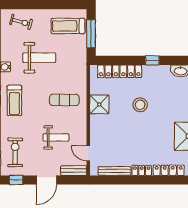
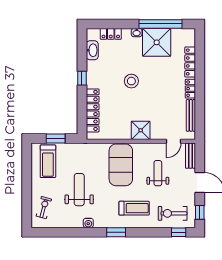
window: (91, 34) -> (56, 139), width x0.69
treadmill: (14, 100) -> (134, 208), moved
exercise mat: (64, 100) -> (121, 165), width x2.00, depth x1.45
shower: (99, 104) -> (141, 130), moved
stool: (140, 105) -> (131, 81), moved

